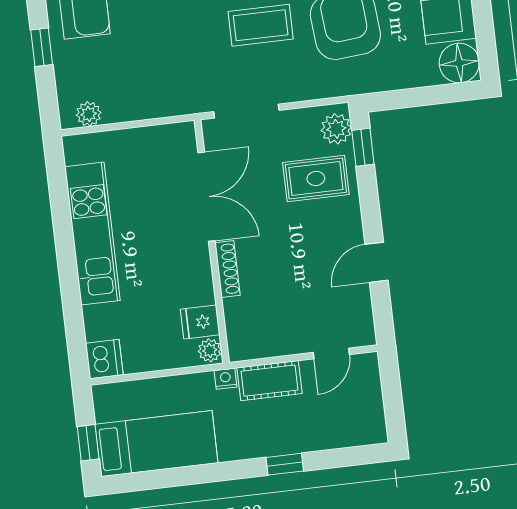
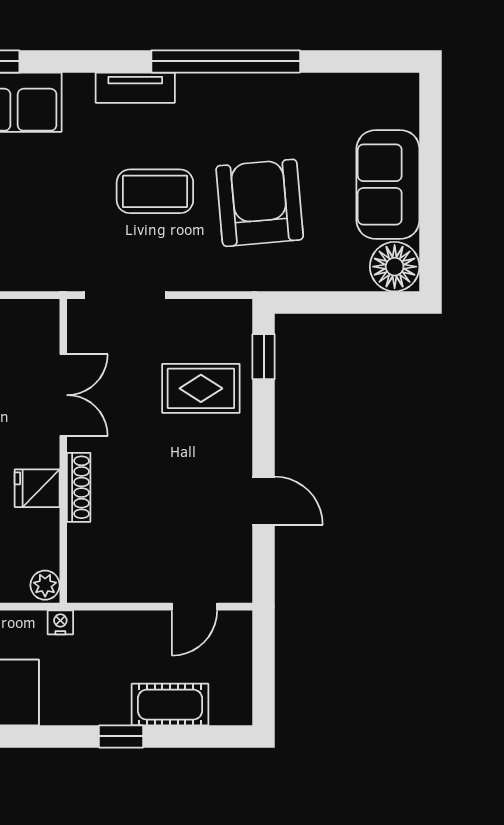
plant: (336, 129) -> (233, 330), removed
double door: (206, 197) -> (63, 395), width x0.73
door: (376, 262) -> (264, 501), swing flipped
fridge: (200, 322) -> (37, 488), moved
cot: (269, 381) -> (170, 705), moved

